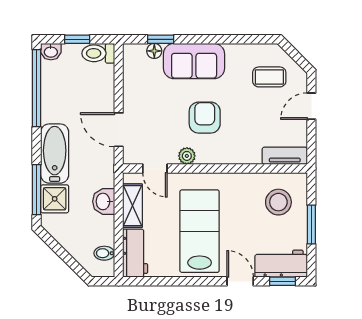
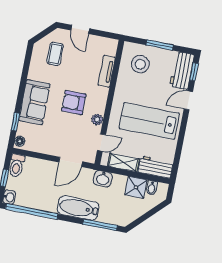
floor lamp: (154, 51) -> (20, 141), moved
tv unit: (285, 156) -> (107, 71), moved
shower: (55, 199) -> (136, 187), moved
washbasin: (104, 201) -> (103, 179), moved

